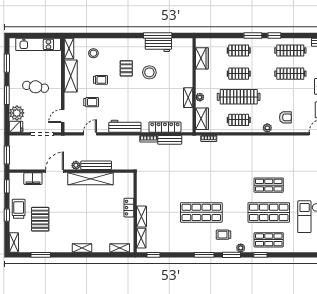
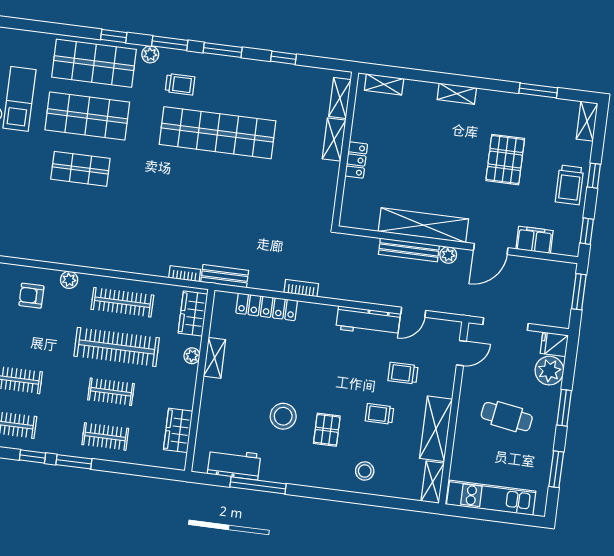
workbench: (158, 45) -> (234, 464), moved
stool: (93, 53) -> (365, 471), moved
clothes rail: (239, 120) -> (122, 302), width x1.36
workbench: (125, 126) -> (368, 321), moved
bench: (170, 140) -> (225, 276), moved
shop shelf: (201, 212) -> (217, 133), width x1.40
pallet: (40, 219) -> (505, 160), moved
shop shelf: (269, 240) -> (94, 63), width x1.43, depth x1.36
window: (154, 255) -> (284, 58), moved

